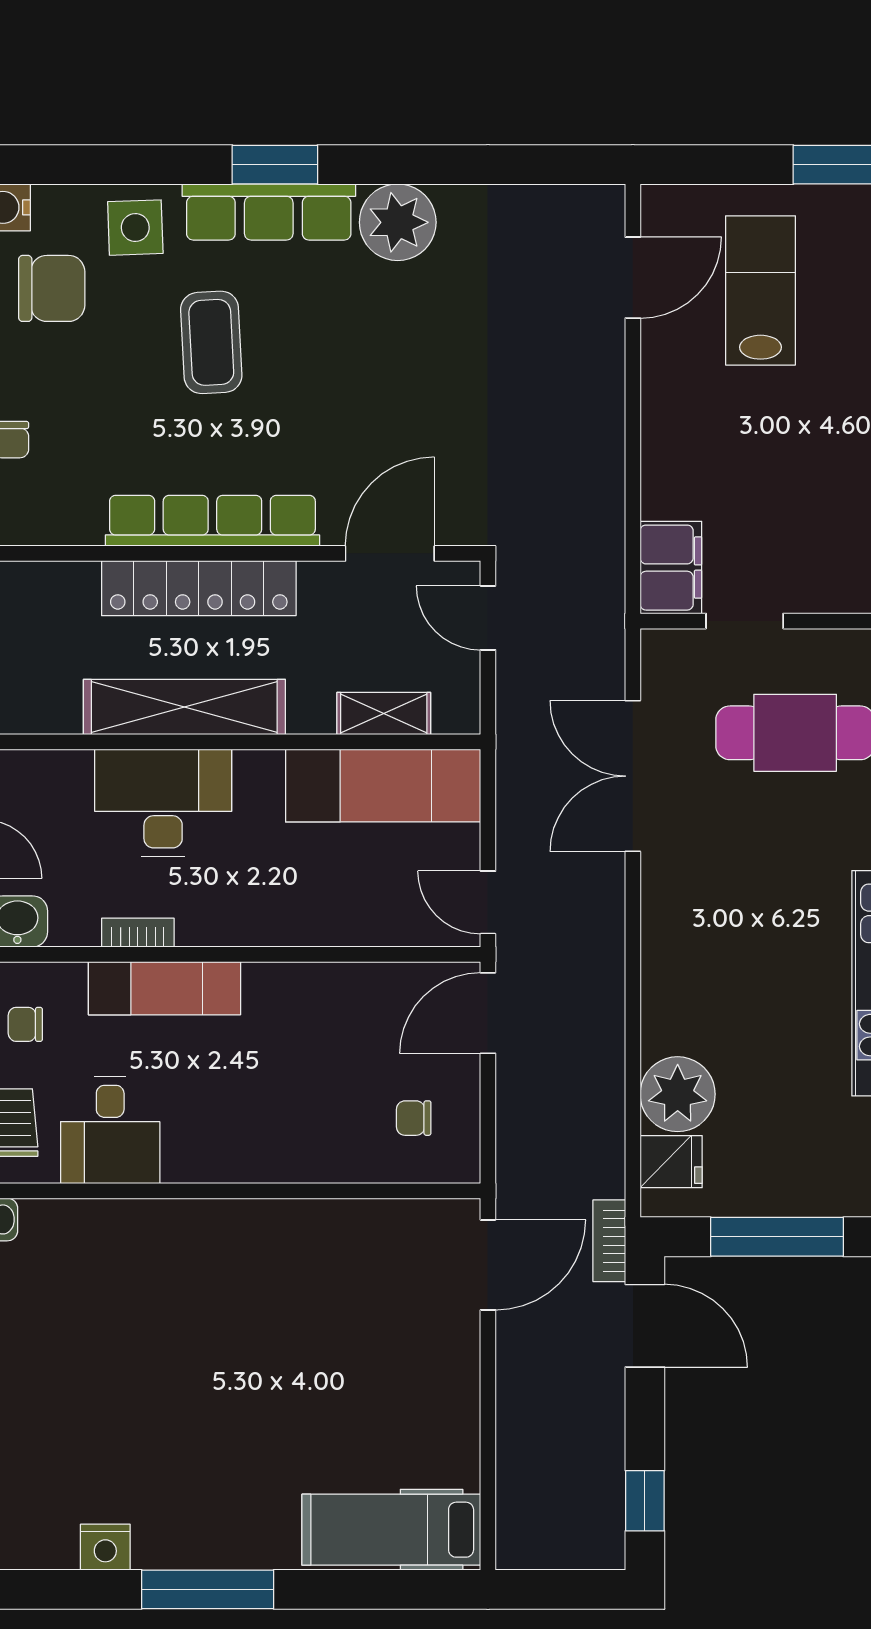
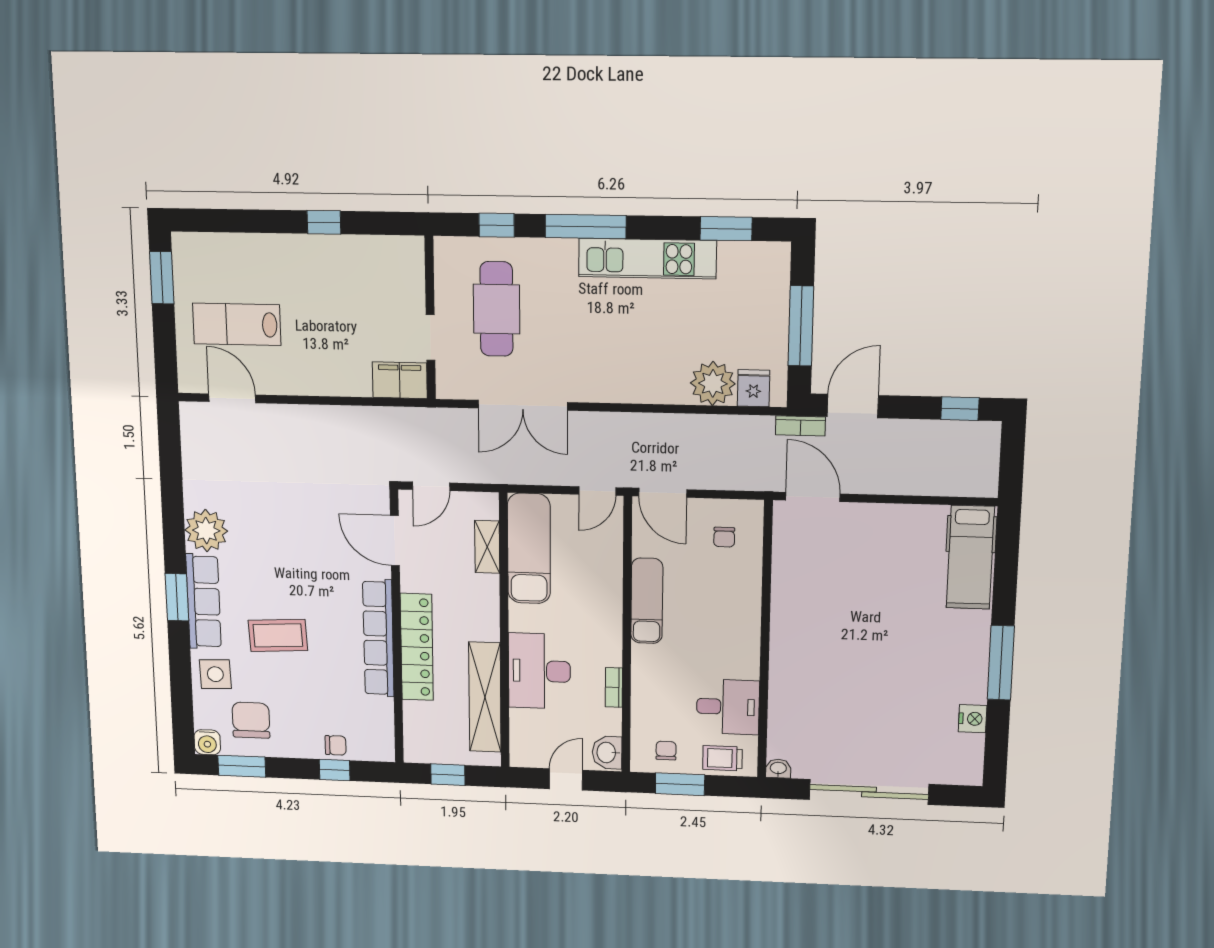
shelving: (184, 707) -> (485, 697), moved
exam couch: (164, 988) -> (647, 601), moved
chair: (25, 1024) -> (666, 751), turned 180

